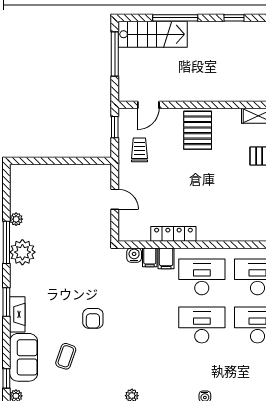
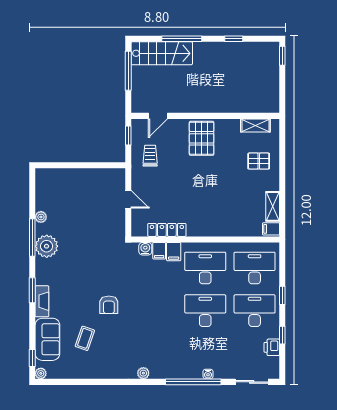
locker: (173, 234) -> (167, 230), moved

